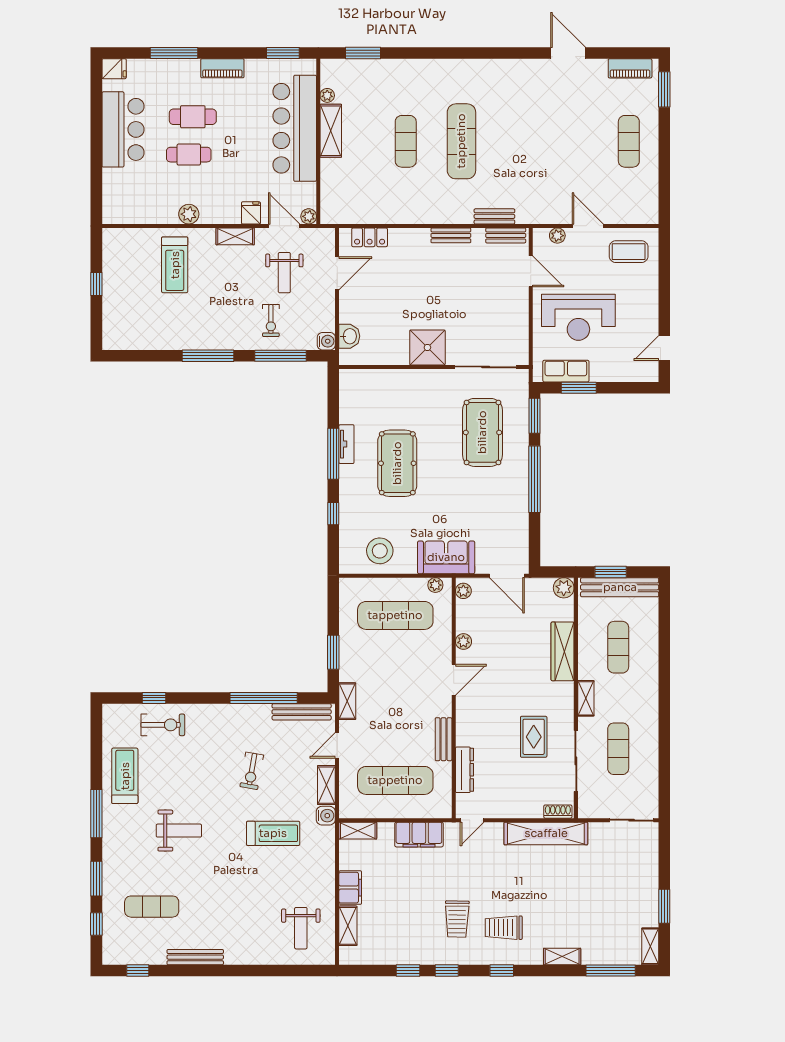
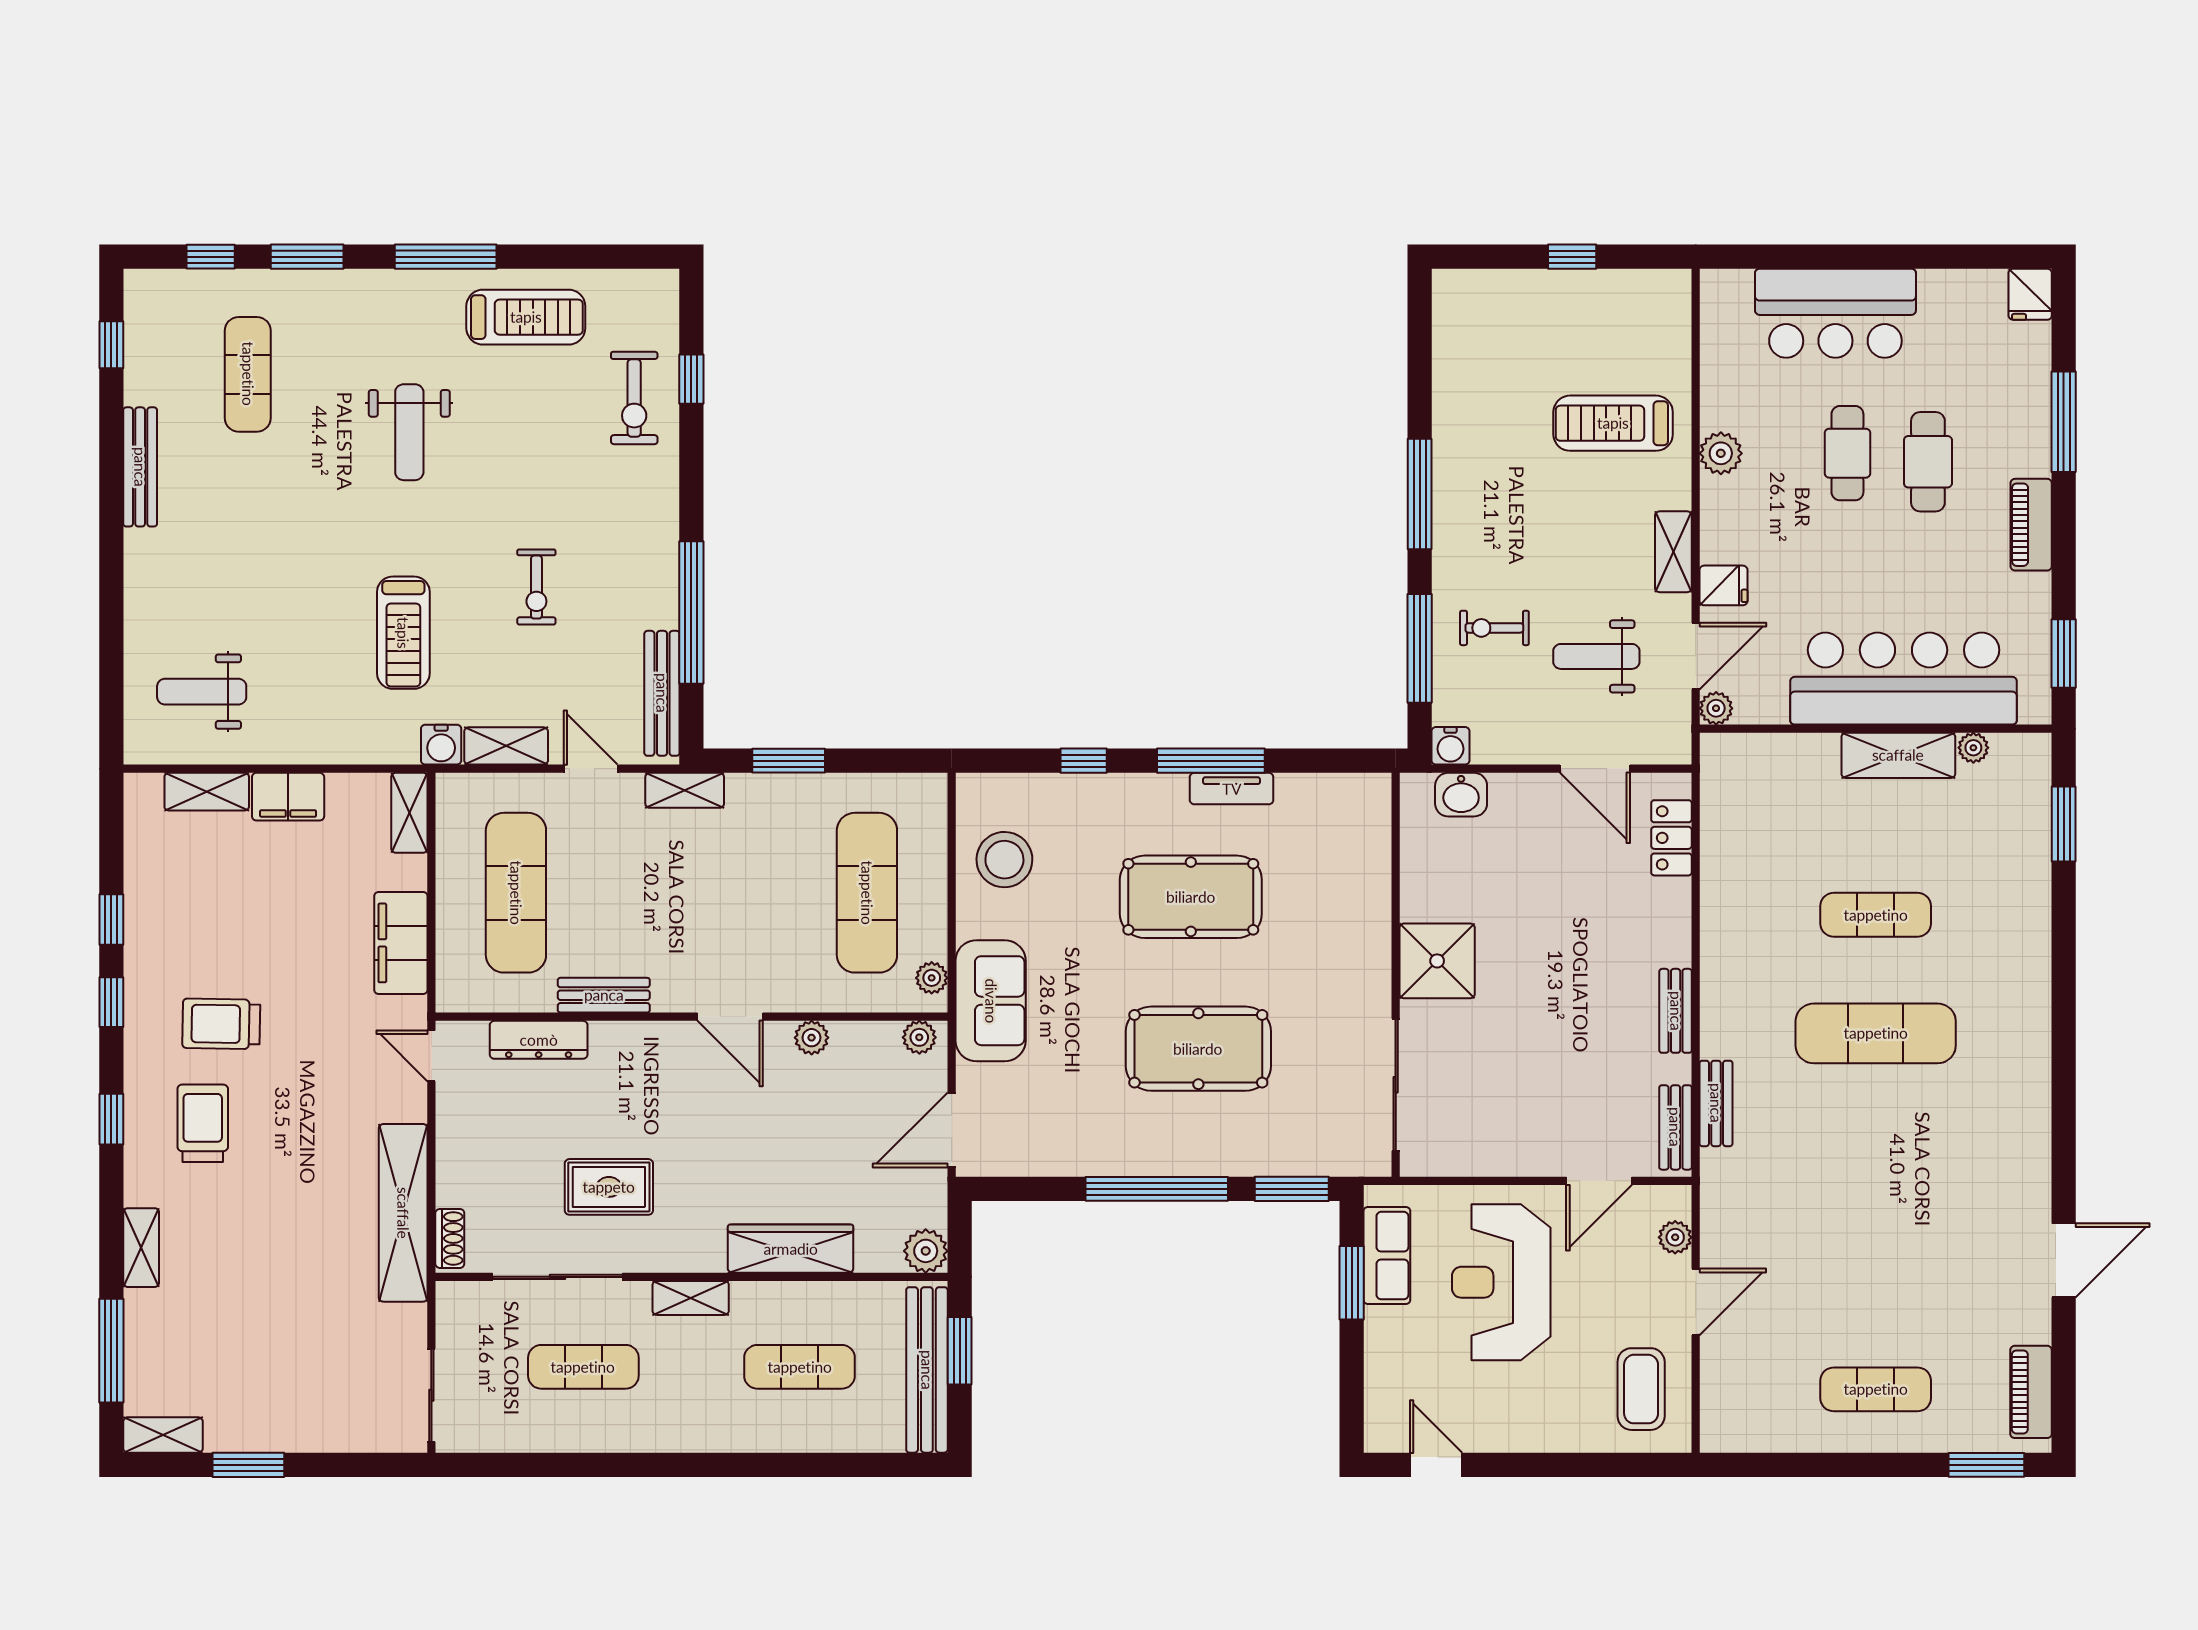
bar counter: (123, 129) -> (1835, 313), moved
pool table: (482, 432) -> (1198, 1049), moved
exercise bike: (252, 771) -> (536, 587), turned -100

